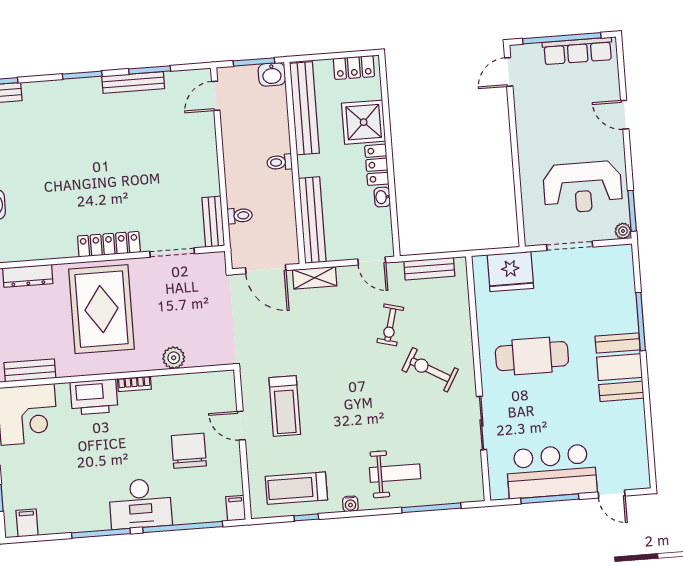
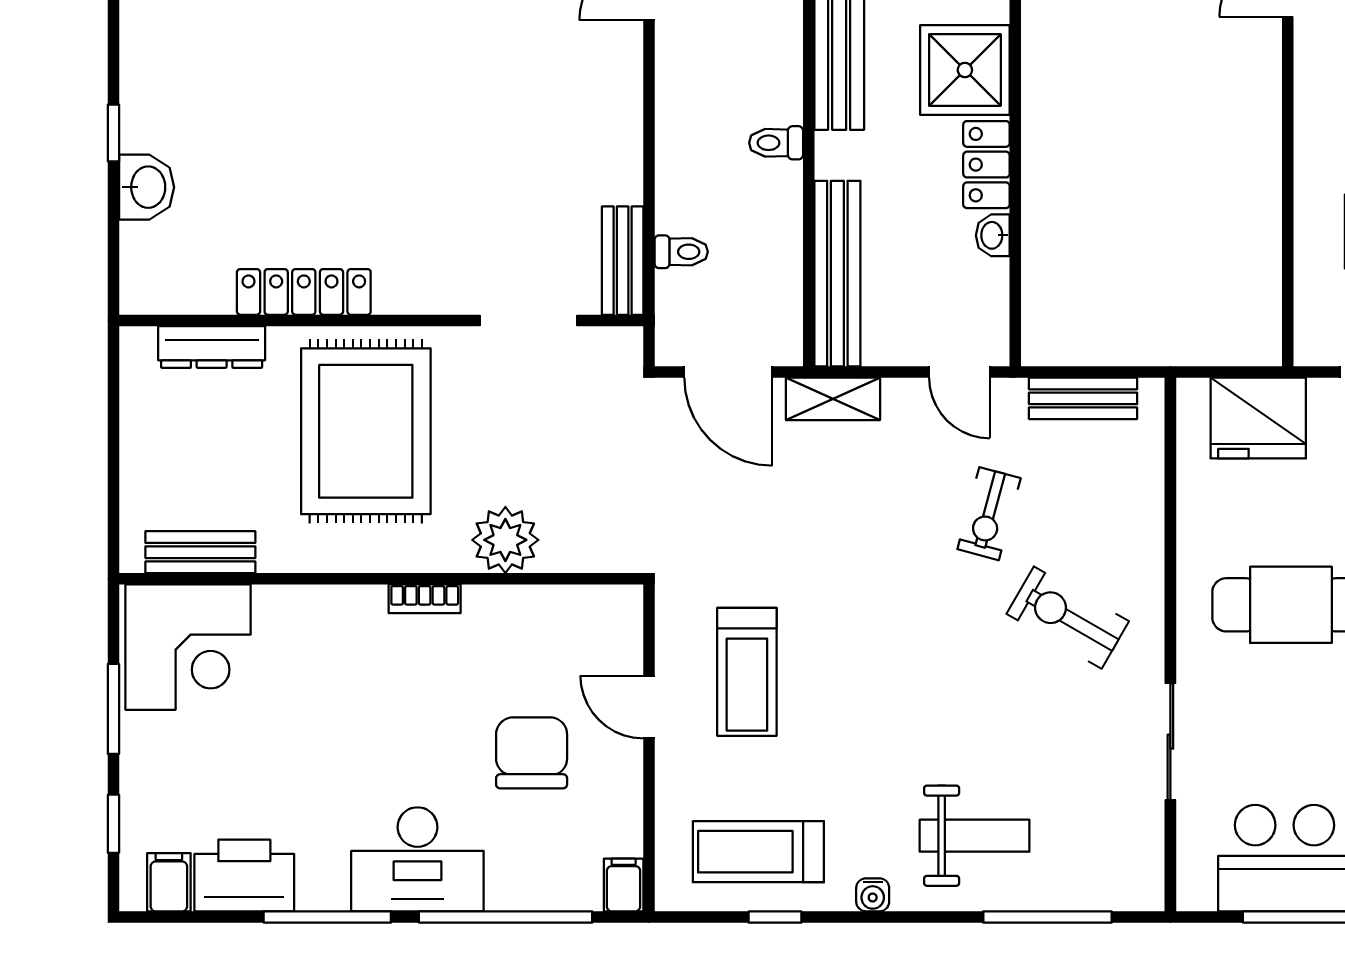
locker: (109, 244) -> (304, 292), moved
plant: (174, 358) -> (505, 540), width x1.36, depth x1.36
printer: (94, 397) -> (244, 876), moved, turned 180

